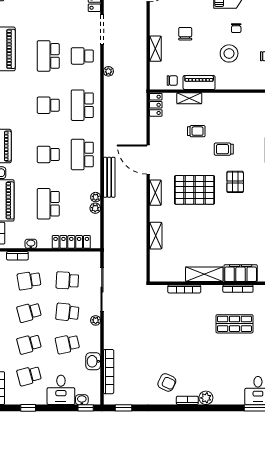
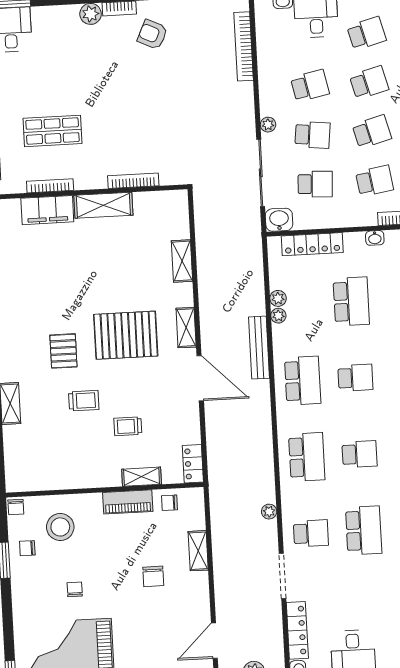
stool: (229, 53) -> (60, 527), moved
washbasin: (93, 361) -> (279, 220), moved, turned -90

